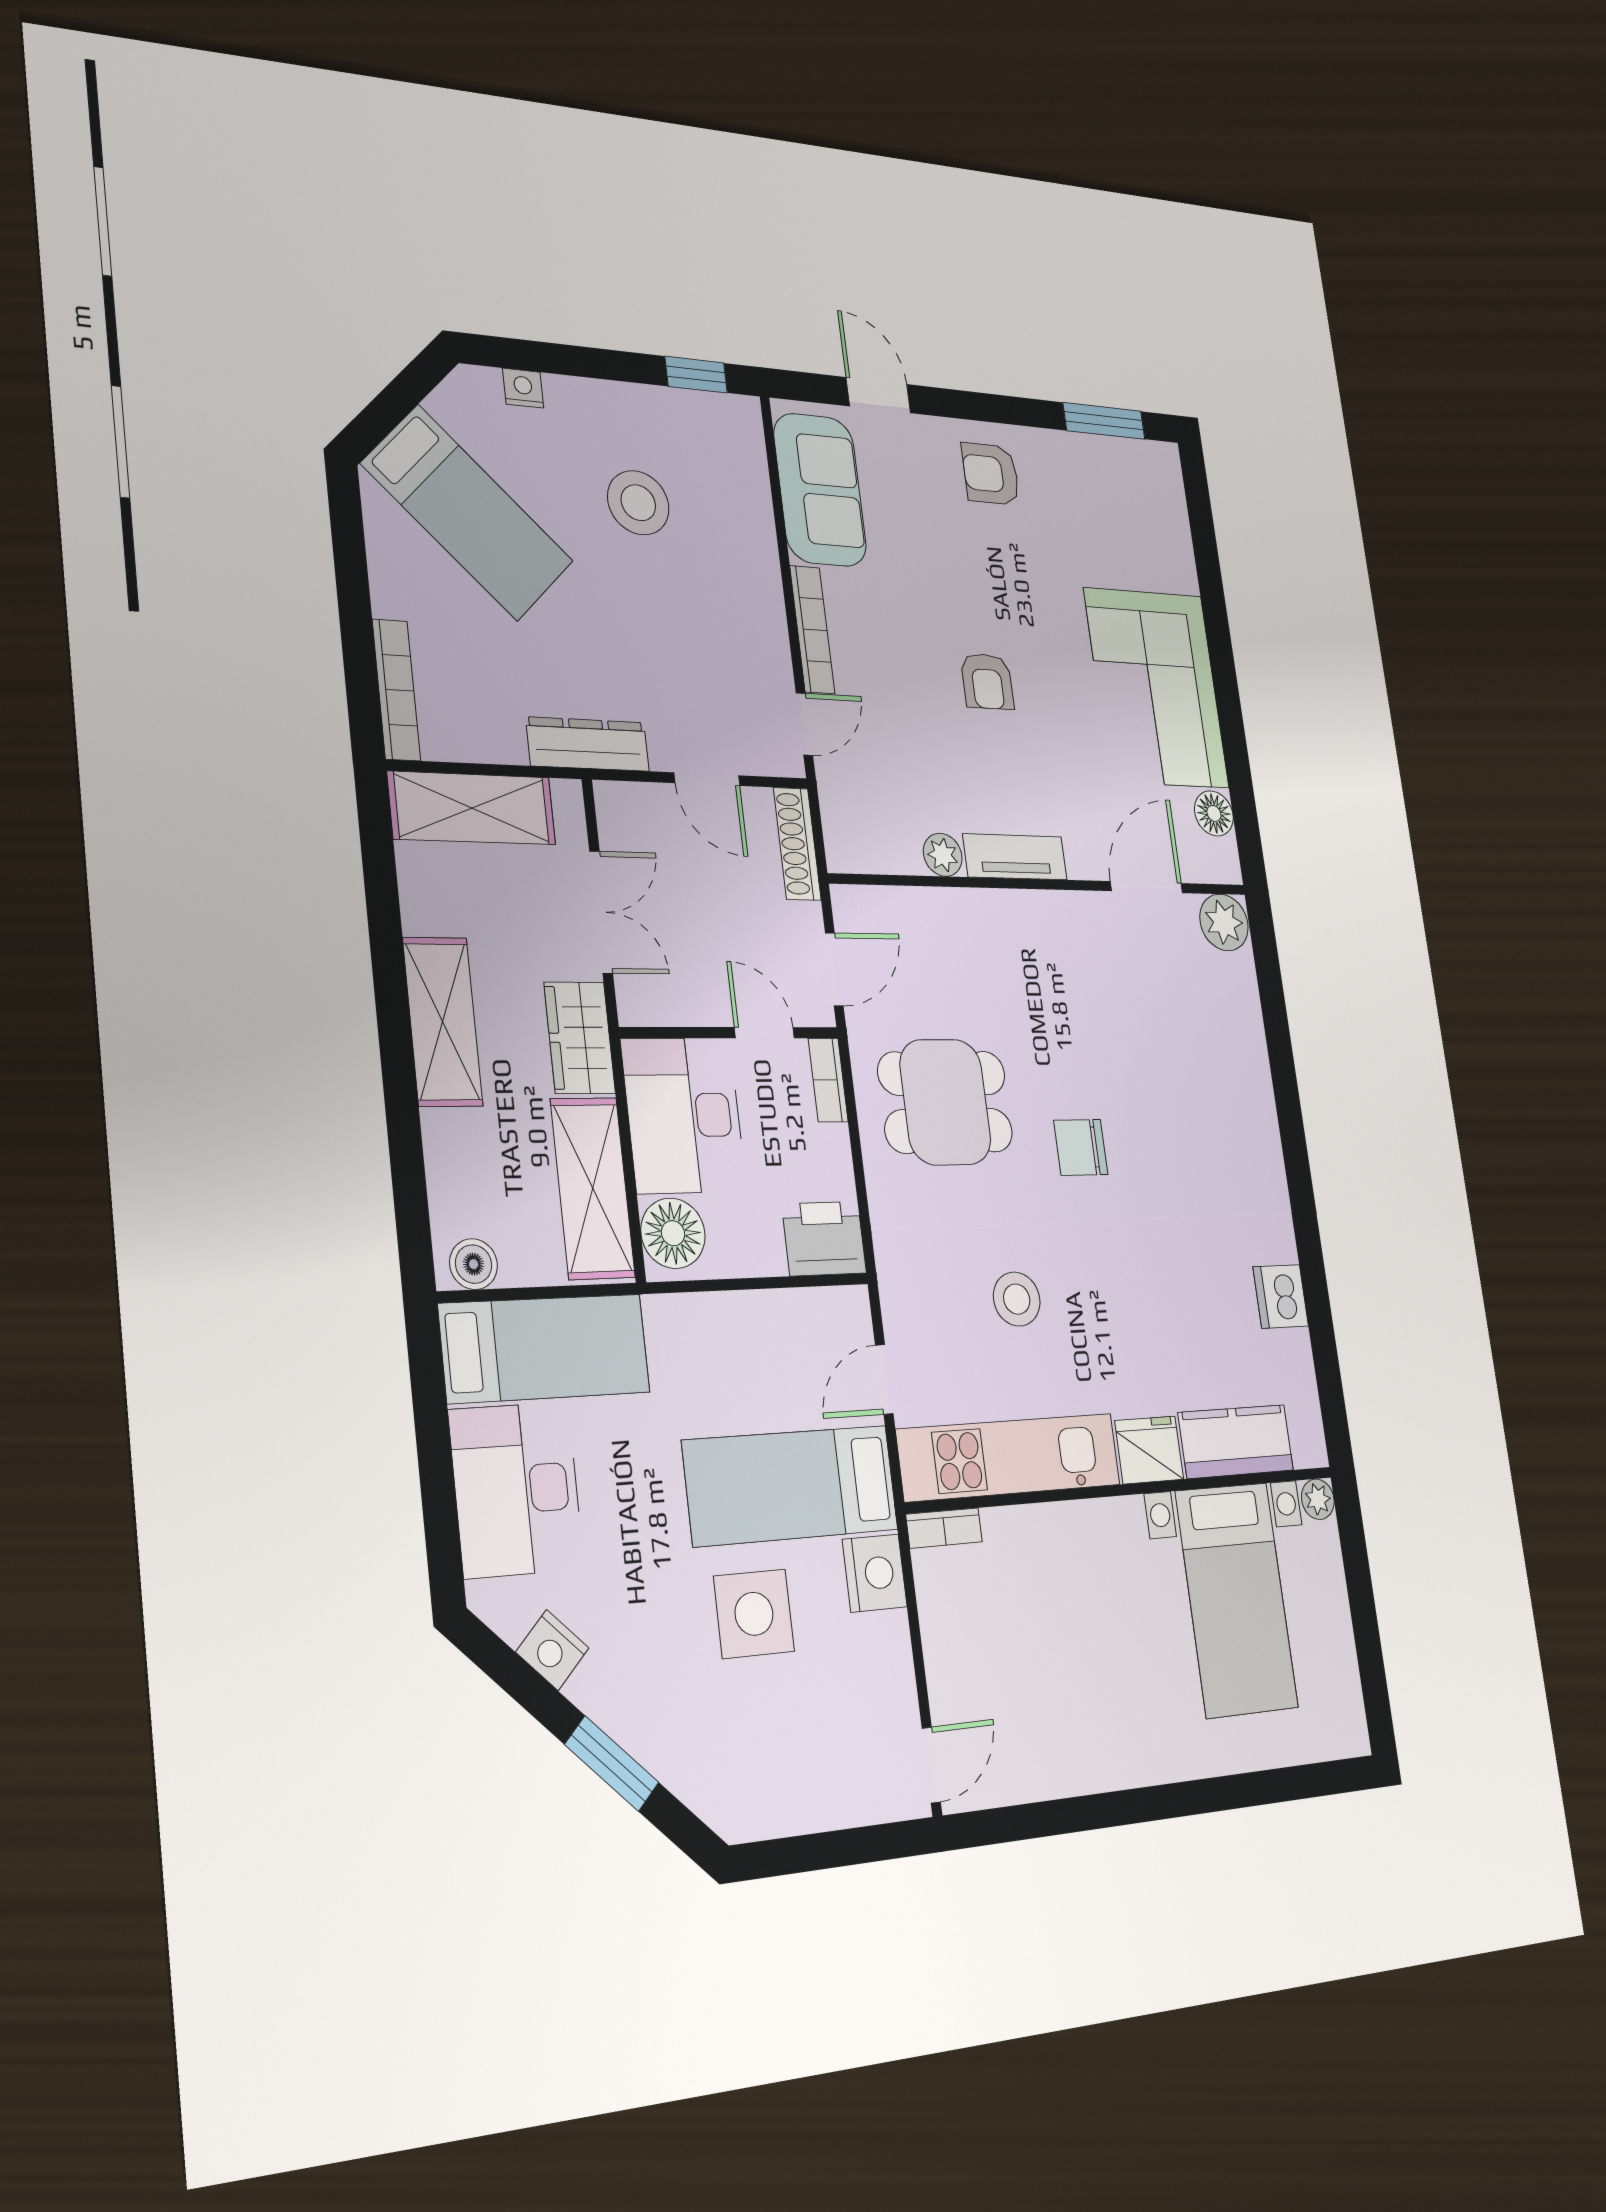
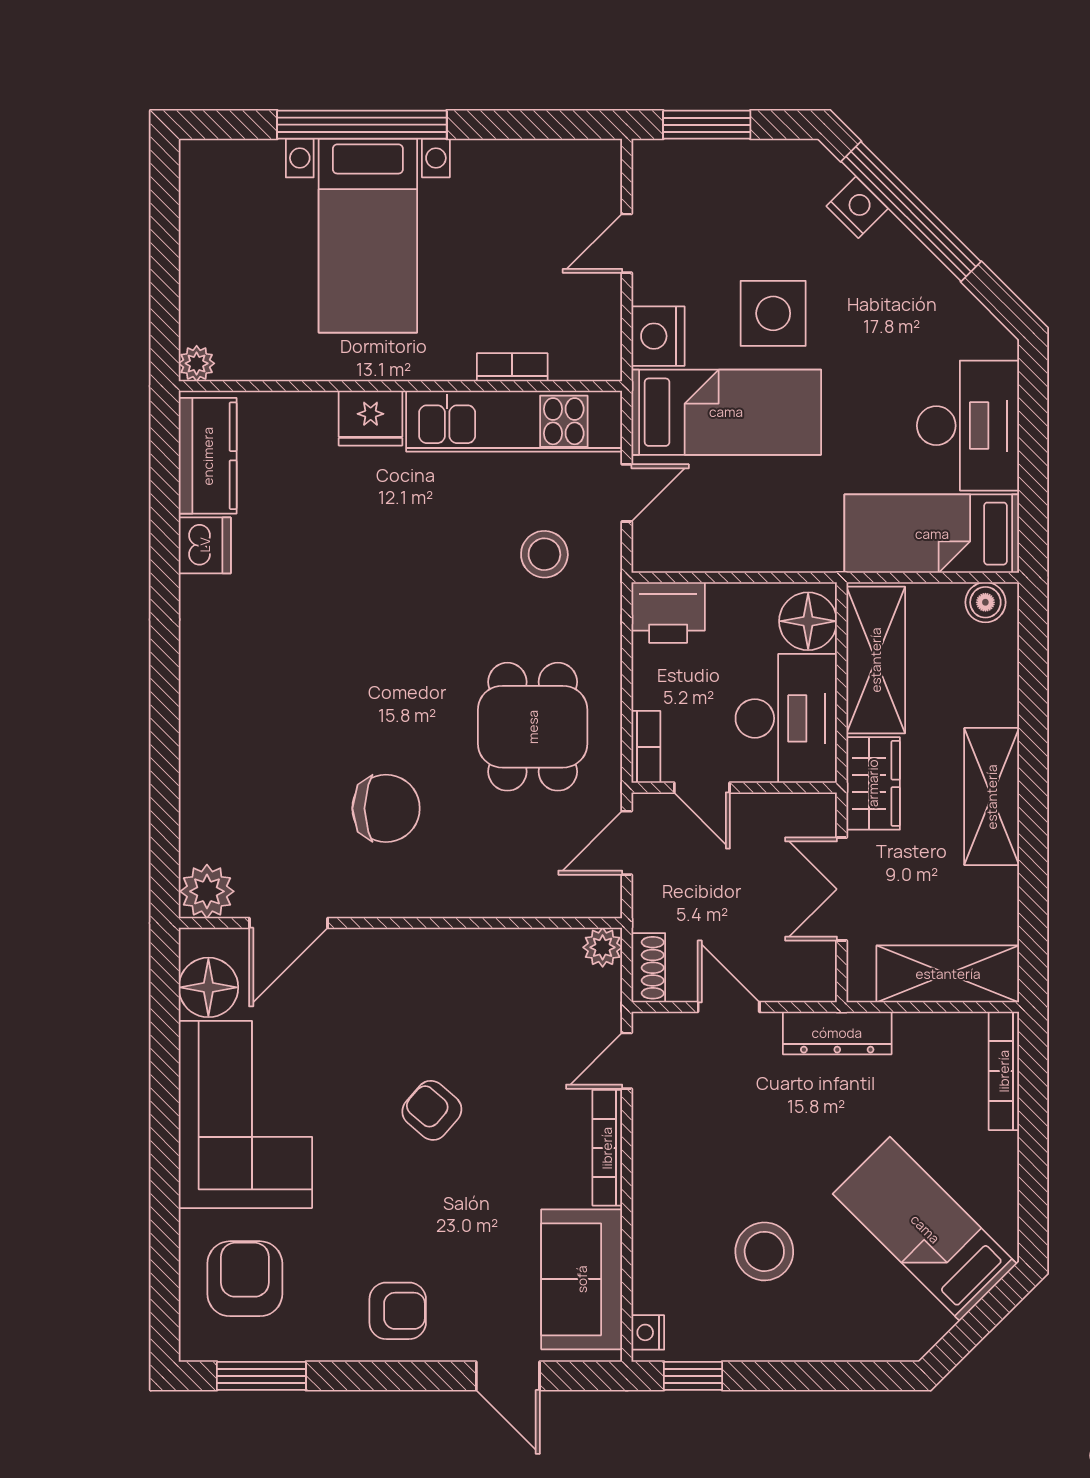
nightstand: (523, 388) -> (648, 1332), moved, turned 90
armchair: (1133, 520) -> (245, 1279), added
armchair: (987, 681) -> (432, 1110), turned -49
floor lamp: (1214, 813) -> (208, 987), width x1.38, depth x1.38
shoe rack: (797, 844) -> (648, 968), width x0.70
plant: (943, 855) -> (603, 947), moved
tv unit: (1015, 857) -> (427, 948), removed
dining table: (945, 1102) -> (533, 727), turned 90
chair: (1081, 1147) -> (386, 808), moved, width x1.37, depth x1.37
stool: (1017, 1299) -> (544, 554), moved
kitchen counter: (1236, 1441) -> (208, 456), moved, turned -90
bookcase: (944, 1528) -> (512, 367), moved
bed with nightstands: (1237, 1599) -> (368, 236), moved, turned 180
nightstand: (552, 1650) -> (857, 207), moved
window: (612, 1763) -> (911, 212), width x2.11
door: (931, 1765) -> (627, 243), moved
window: (1205, 1796) -> (362, 125), added
window: (854, 1846) -> (707, 125), added

